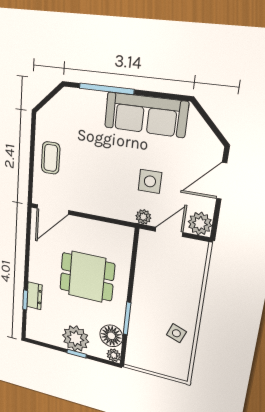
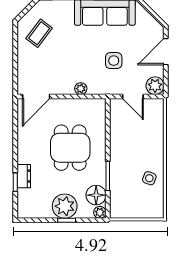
coffee table: (51, 158) -> (39, 33), moved, turned 37
plant: (143, 217) -> (81, 89), moved
door: (169, 232) -> (133, 97), swing flipped
dining table: (87, 277) -> (70, 148), turned 90

